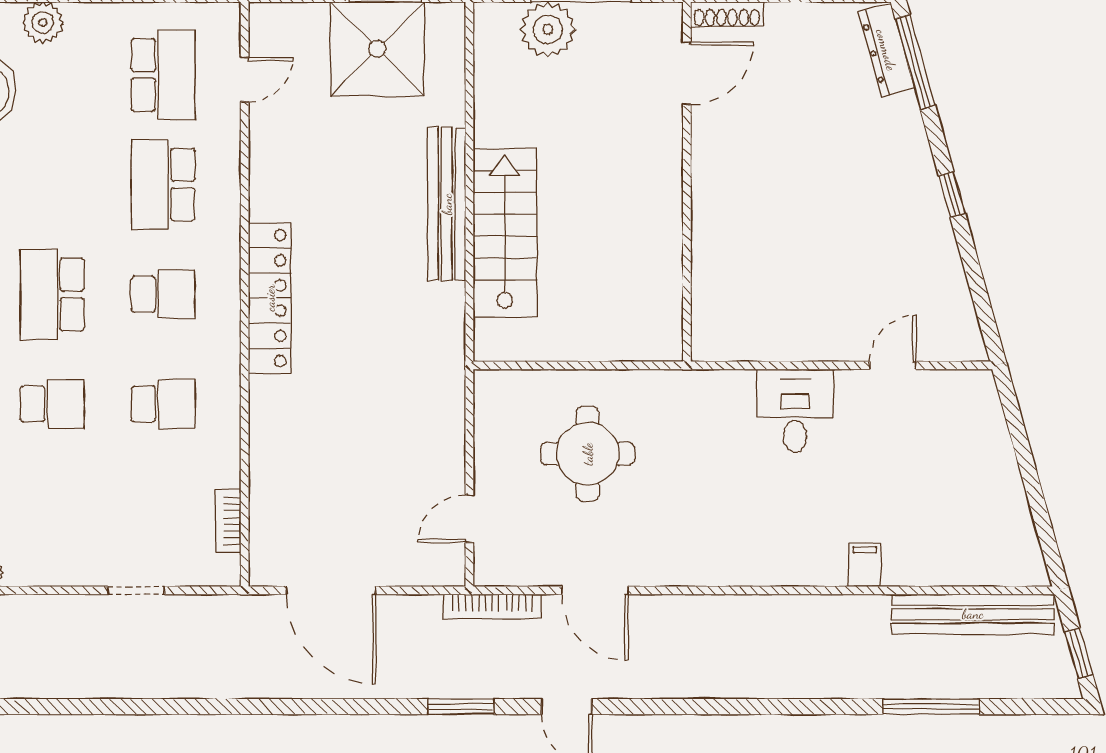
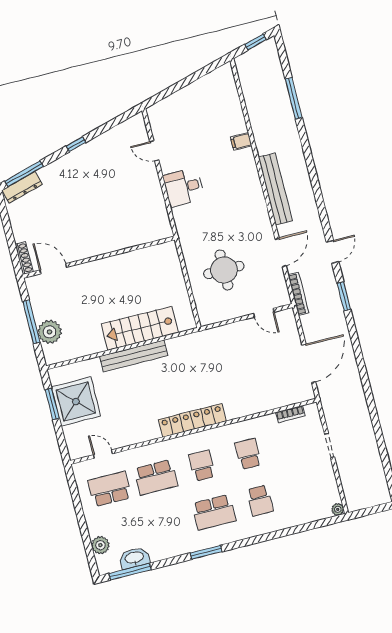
school desk: (52, 404) -> (260, 501), turned 180
bench: (973, 614) -> (275, 189), moved

